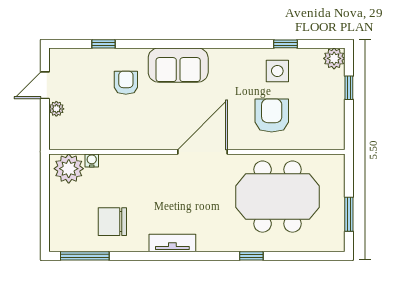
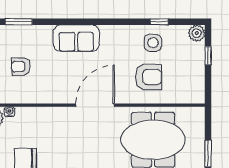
window: (103, 44) -> (19, 22), width x1.50
armchair: (126, 83) -> (21, 67), moved, turned -90
armchair: (272, 115) -> (148, 77), turned 90

